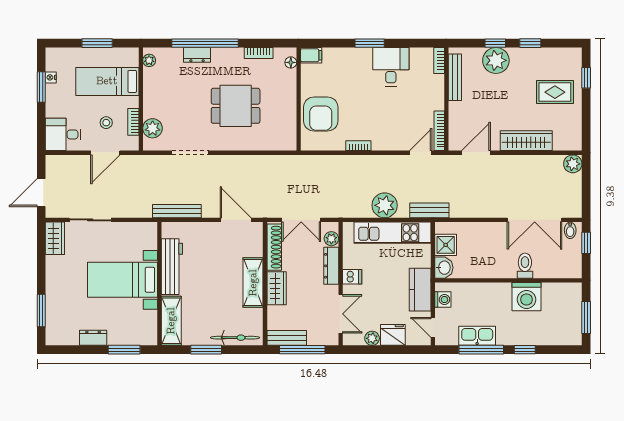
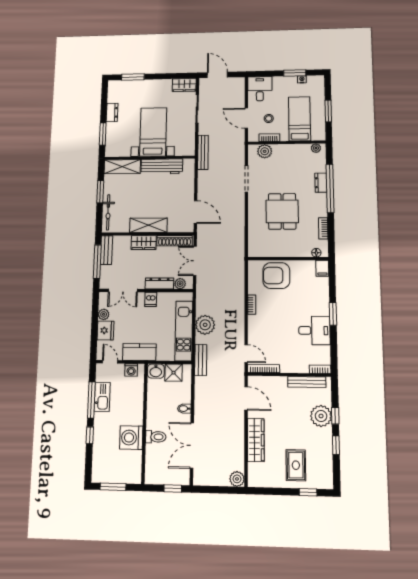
bench: (177, 211) -> (203, 152), moved
door: (236, 220) -> (196, 212), hinge flipped
bidet: (570, 230) -> (184, 409), moved
door: (433, 327) -> (110, 362), hinge flipped

